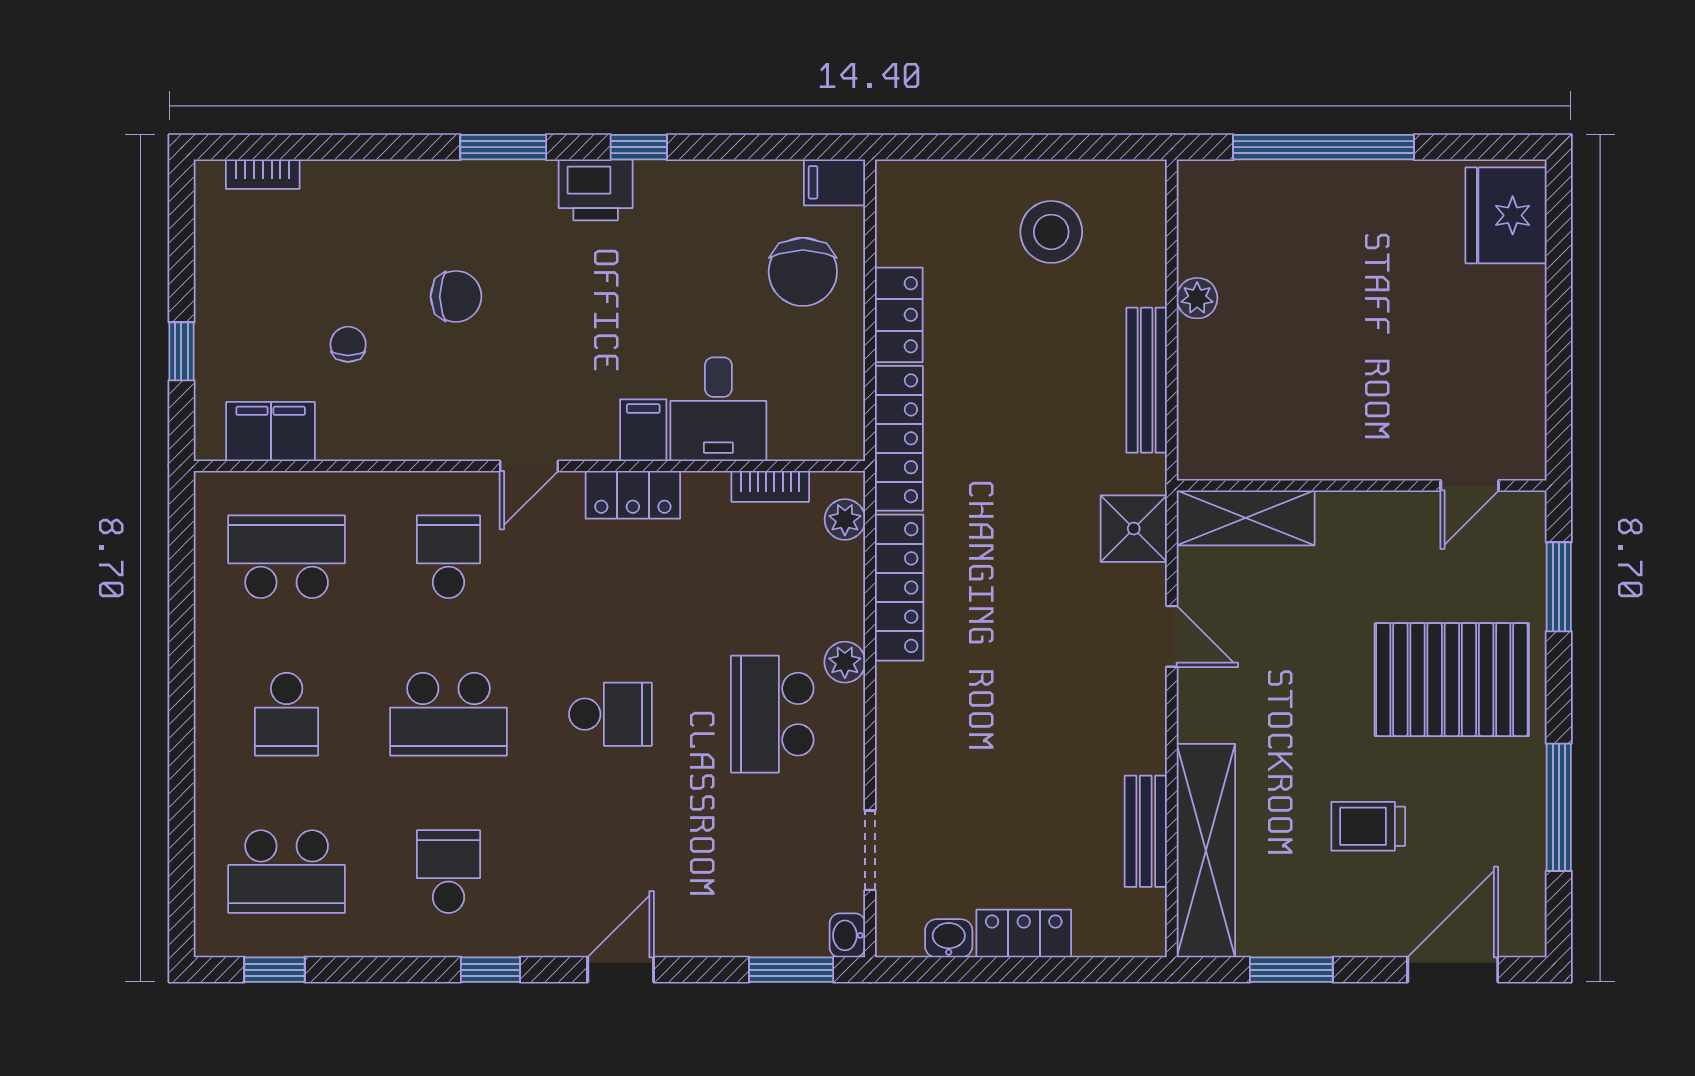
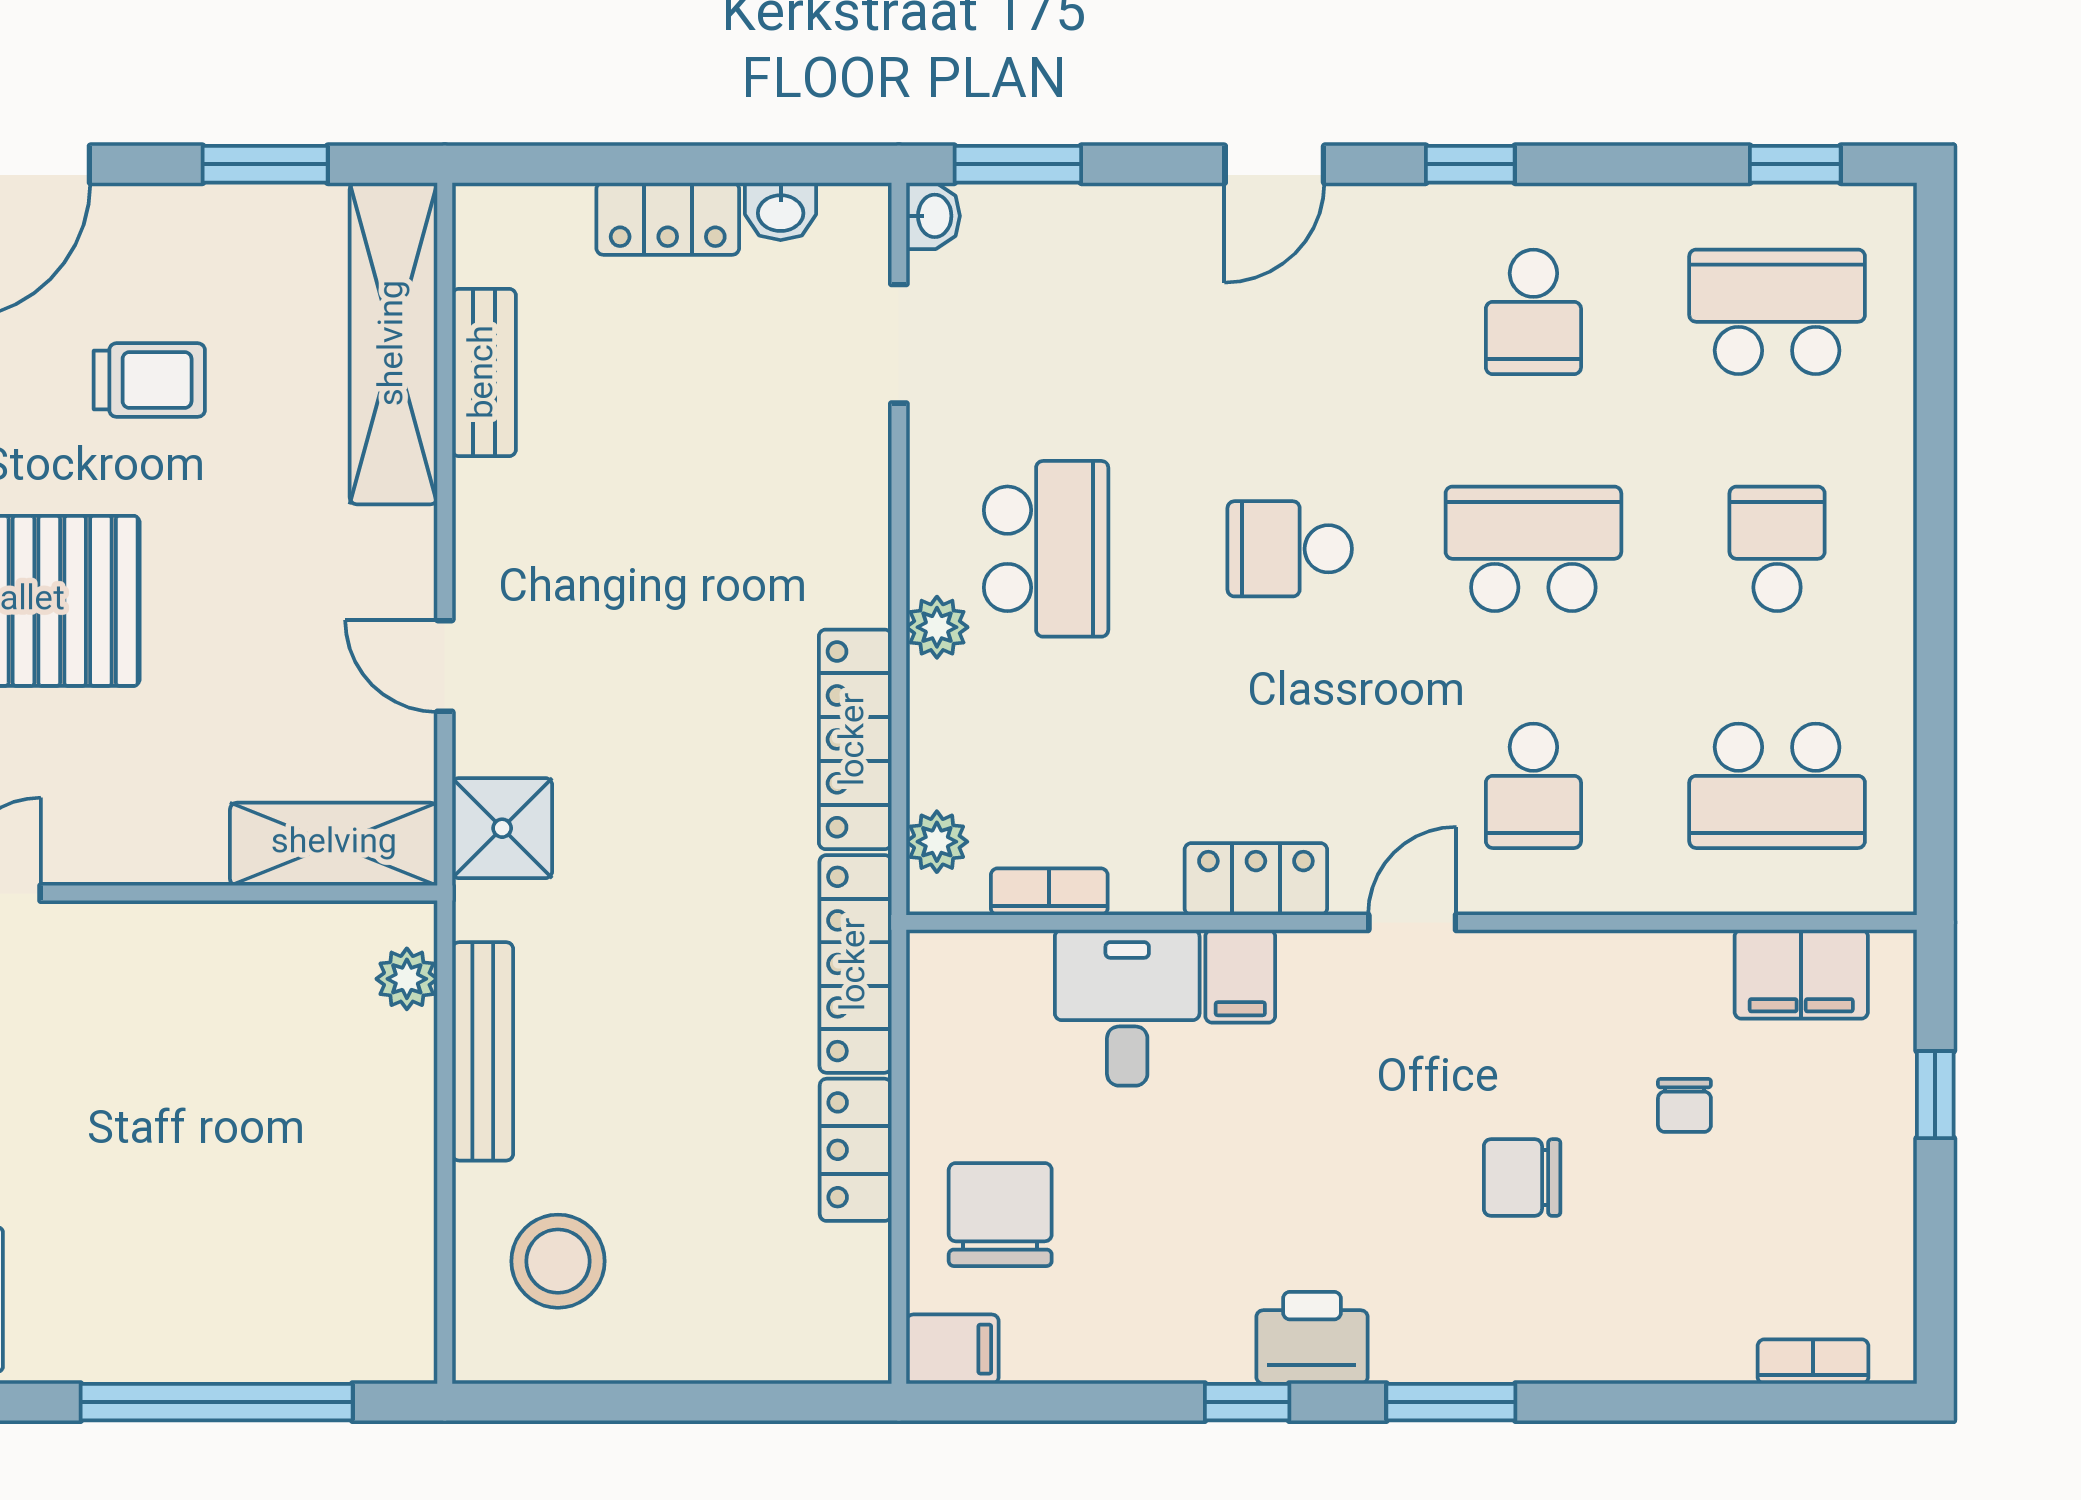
stool: (1051, 232) -> (558, 1261), moved
plant: (1197, 298) -> (407, 979), moved

